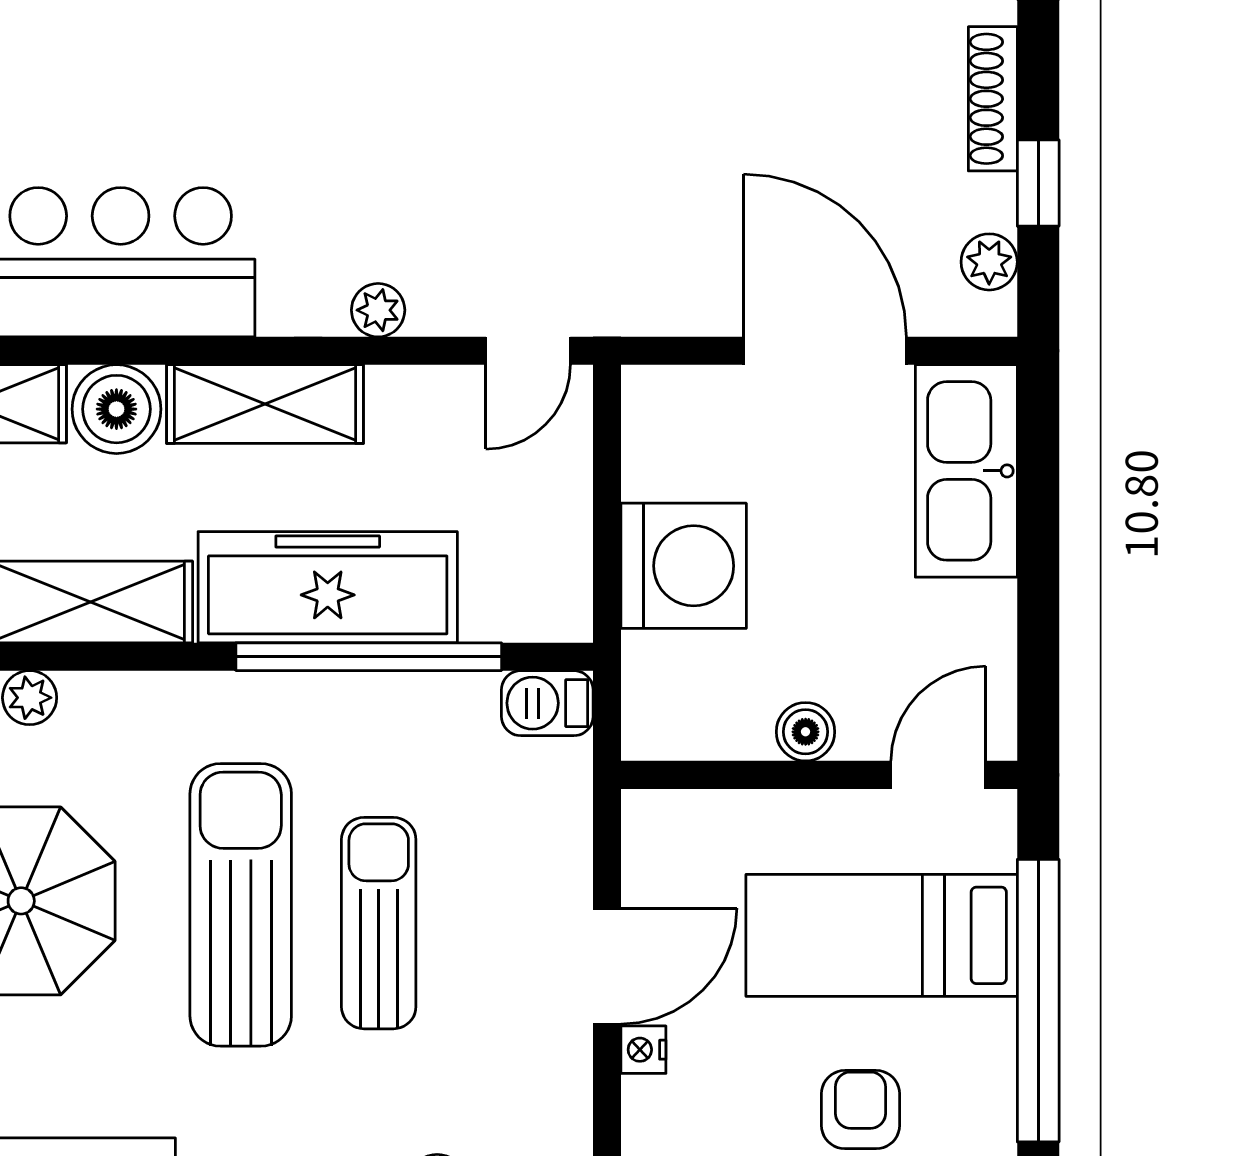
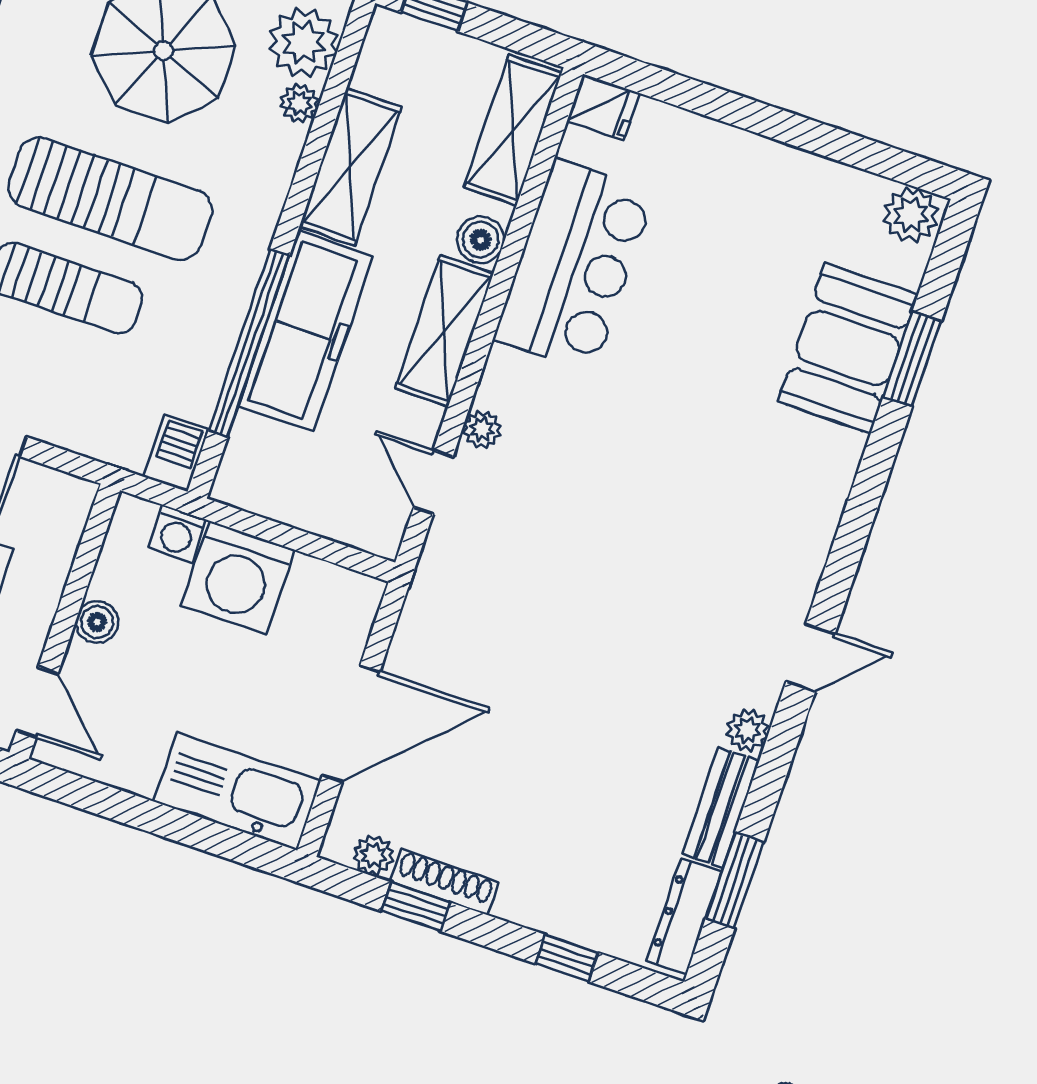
shoe rack: (993, 99) -> (444, 882), moved
door: (528, 351) -> (433, 482), moved
boiler: (116, 409) -> (481, 240), width x0.73, depth x0.73
washing machine: (653, 666) -> (177, 534), added

